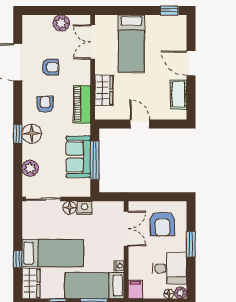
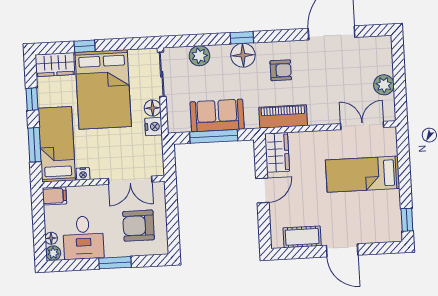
door: (191, 63) -> (342, 250), swing flipped
armchair: (50, 67) -> (328, 74), removed
wardrobe: (104, 90) -> (277, 152), moved, turned -90
bed: (53, 253) -> (103, 89), width x1.50

